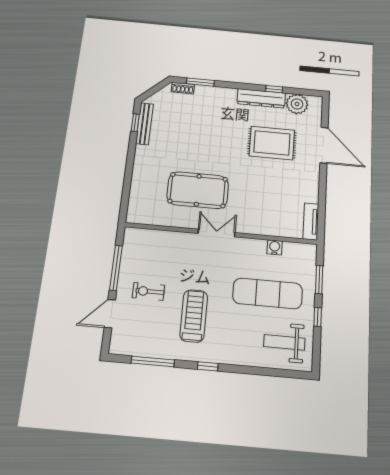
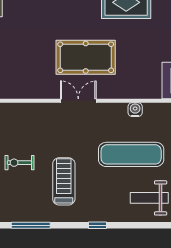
pool table: (198, 190) -> (86, 57), moved
window: (208, 366) -> (97, 225), moved

